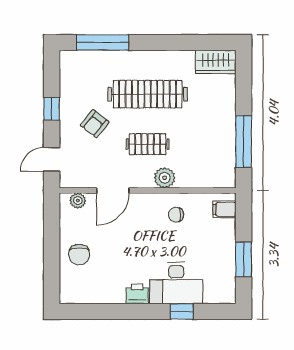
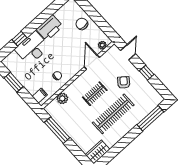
plant: (165, 178) -> (62, 98), moved
printer: (137, 294) -> (50, 28), width x1.87, depth x1.48

